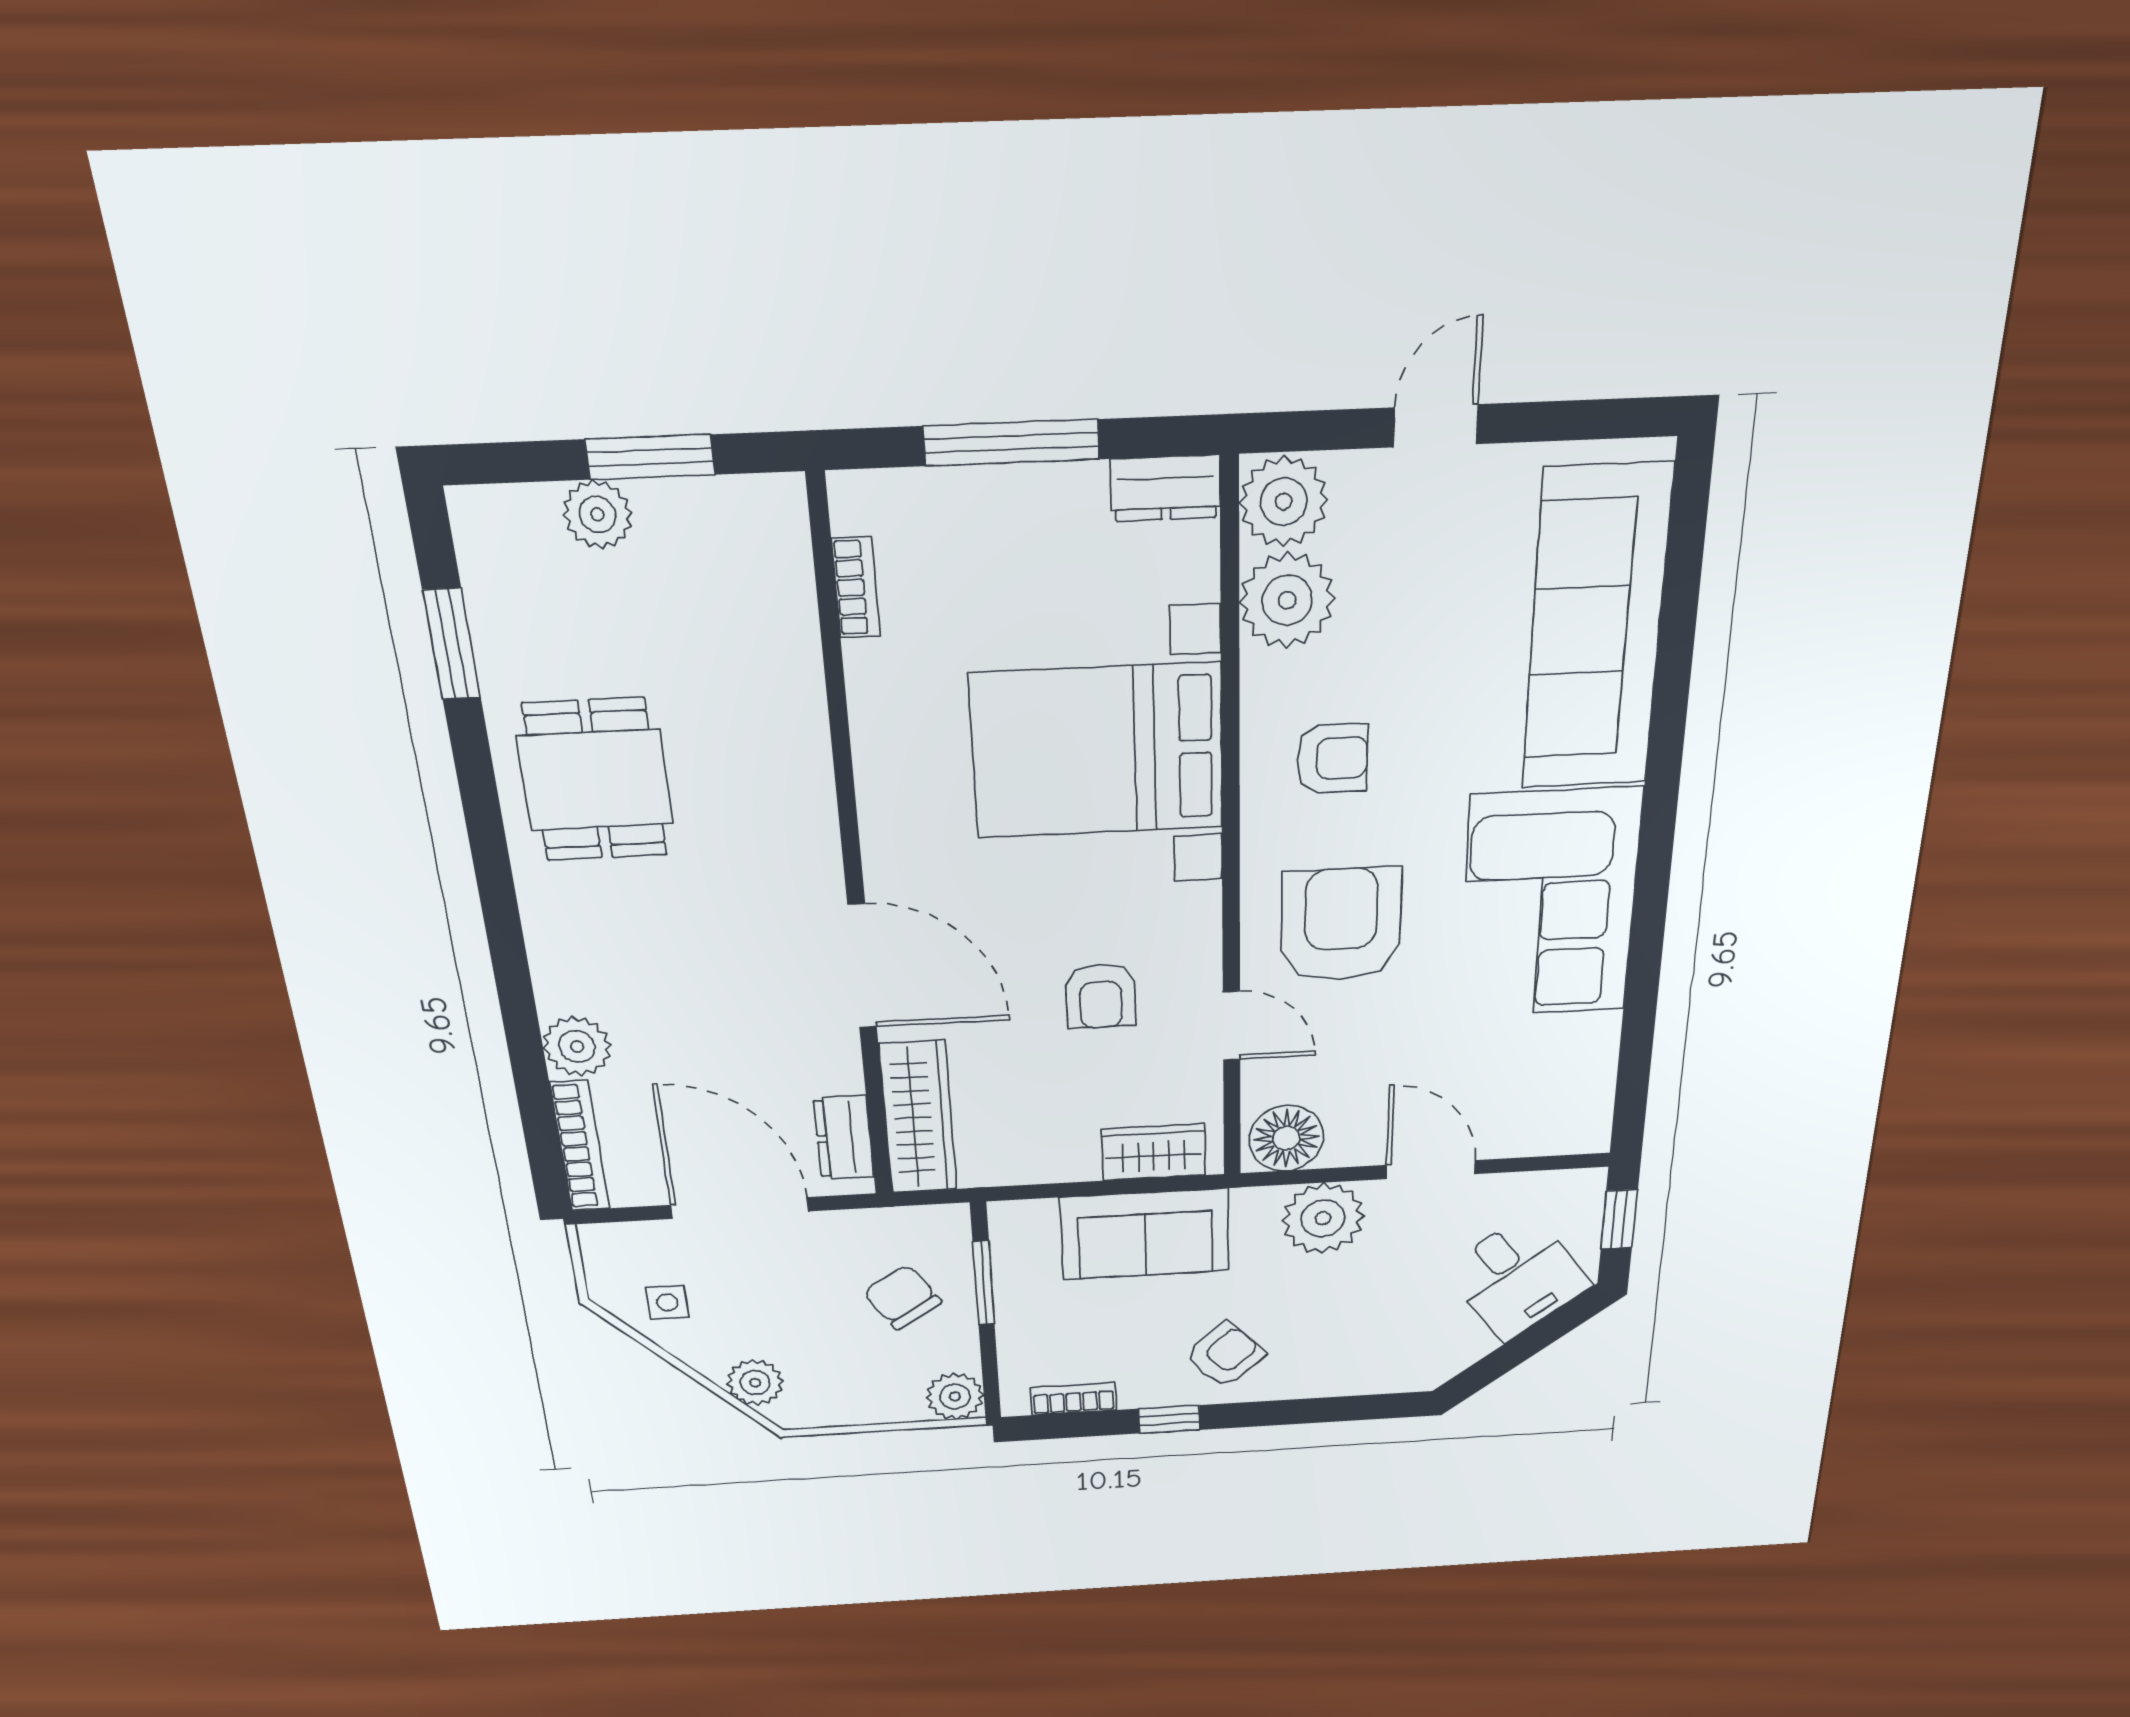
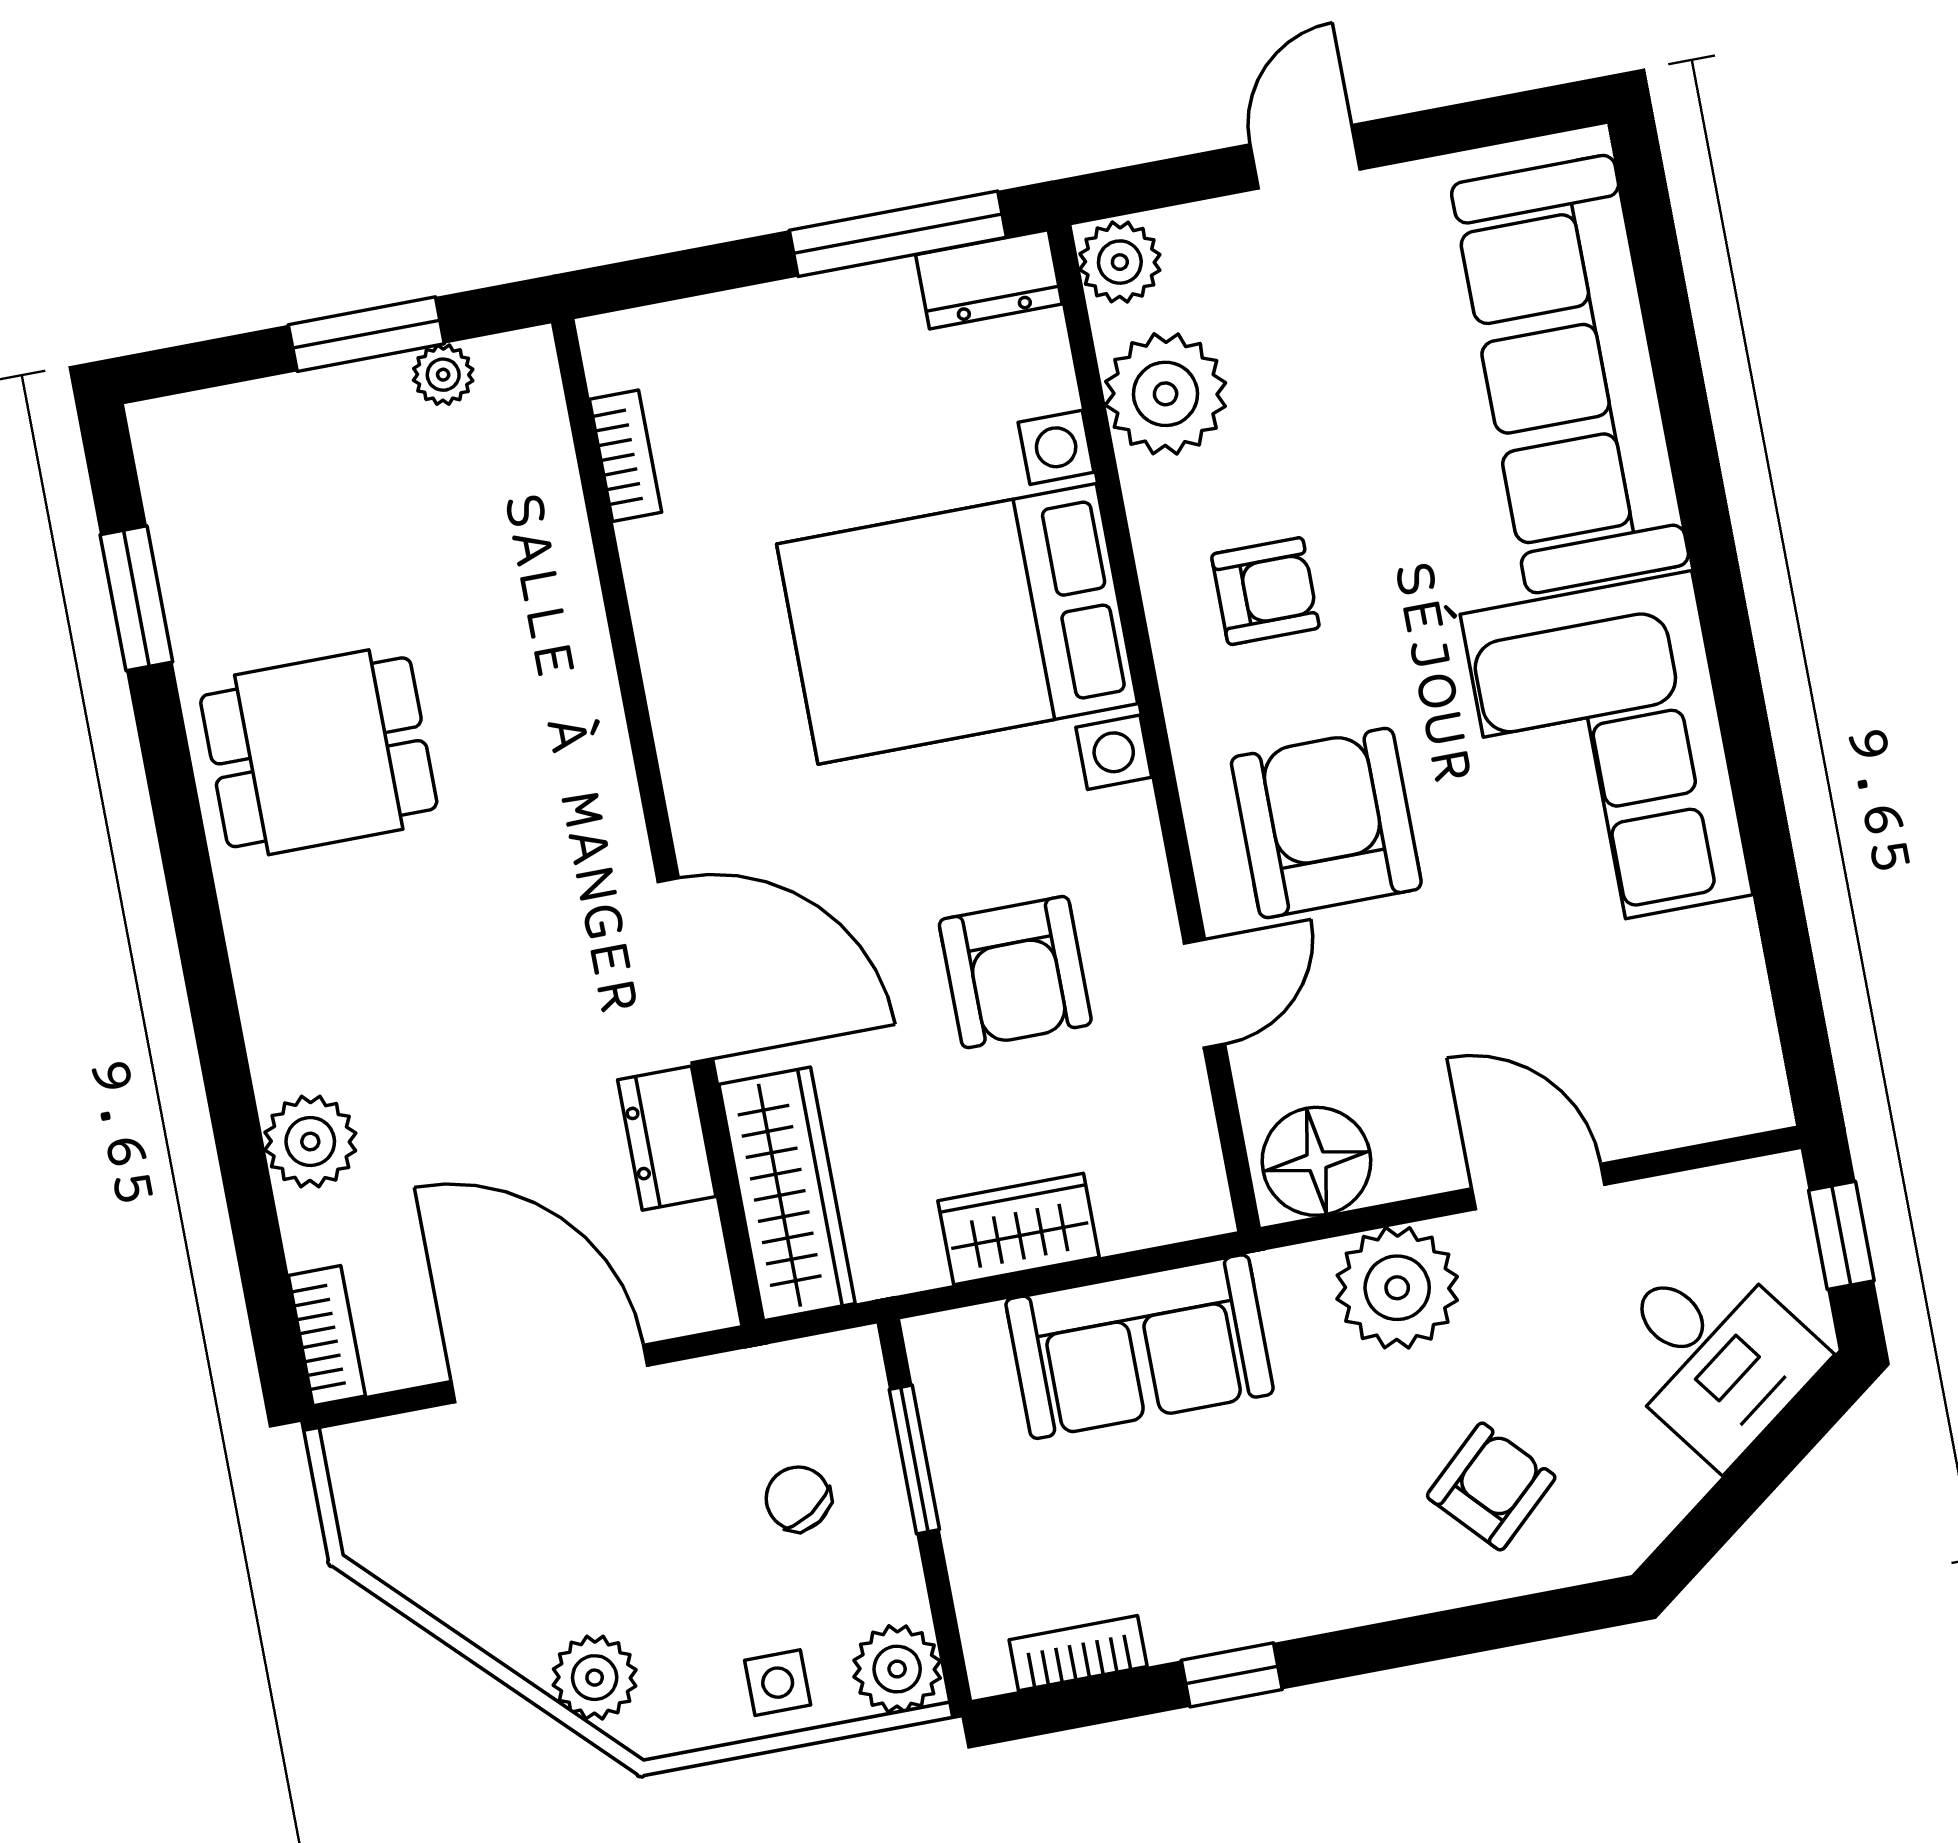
window: (1011, 443) -> (898, 234), moved
plant: (1284, 502) -> (1120, 262), width x0.73, depth x0.73
plant: (597, 514) -> (443, 375), moved, width x0.73, depth x0.73
dining table: (595, 780) -> (319, 752), turned 90
armchair: (1101, 996) -> (1015, 972), width x1.38, depth x1.38
door: (1232, 1026) -> (1204, 993), hinge flipped
dresser: (844, 1138) -> (667, 1138), moved
bookcase: (580, 1146) -> (327, 1336), width x0.64
wardrobe: (1154, 1152) -> (1019, 1229), moved
chair: (902, 1297) -> (798, 1499), width x0.73, depth x0.73
side table: (667, 1302) -> (778, 1683), moved
armchair: (1225, 1355) -> (1491, 1487), moved

